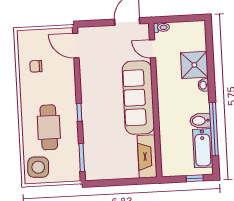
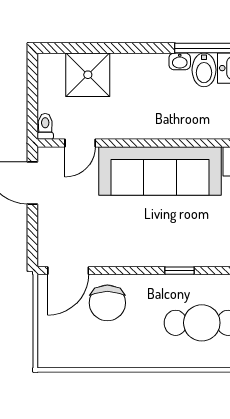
shower: (194, 65) -> (88, 75), moved
chair: (36, 66) -> (107, 303), moved, width x1.87, depth x1.87
washbasin: (203, 85) -> (180, 61), moved

